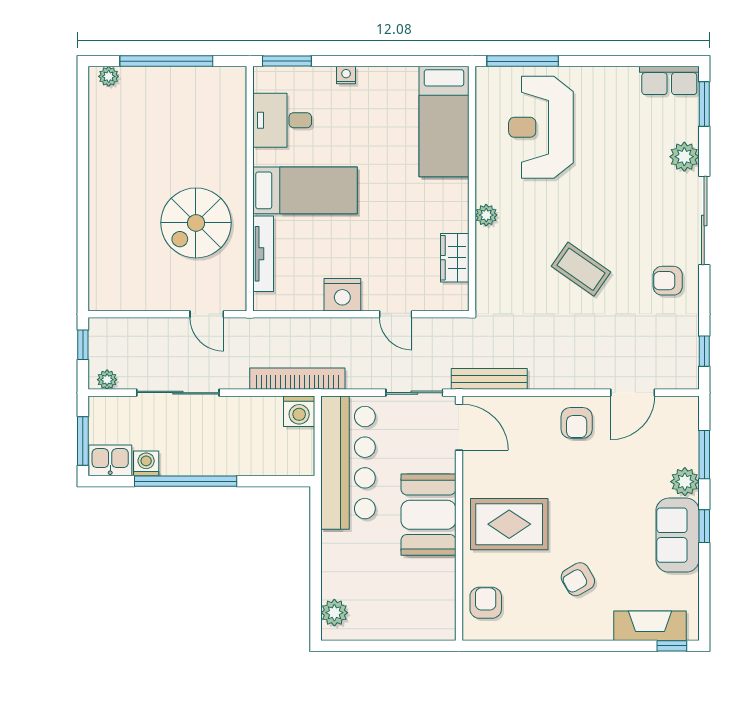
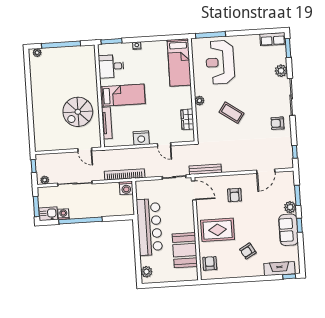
coffee table: (581, 269) -> (232, 113), moved
armchair: (577, 423) -> (234, 195), moved
bar counter: (348, 463) -> (149, 227), moved
booth: (428, 515) -> (185, 250), moved

